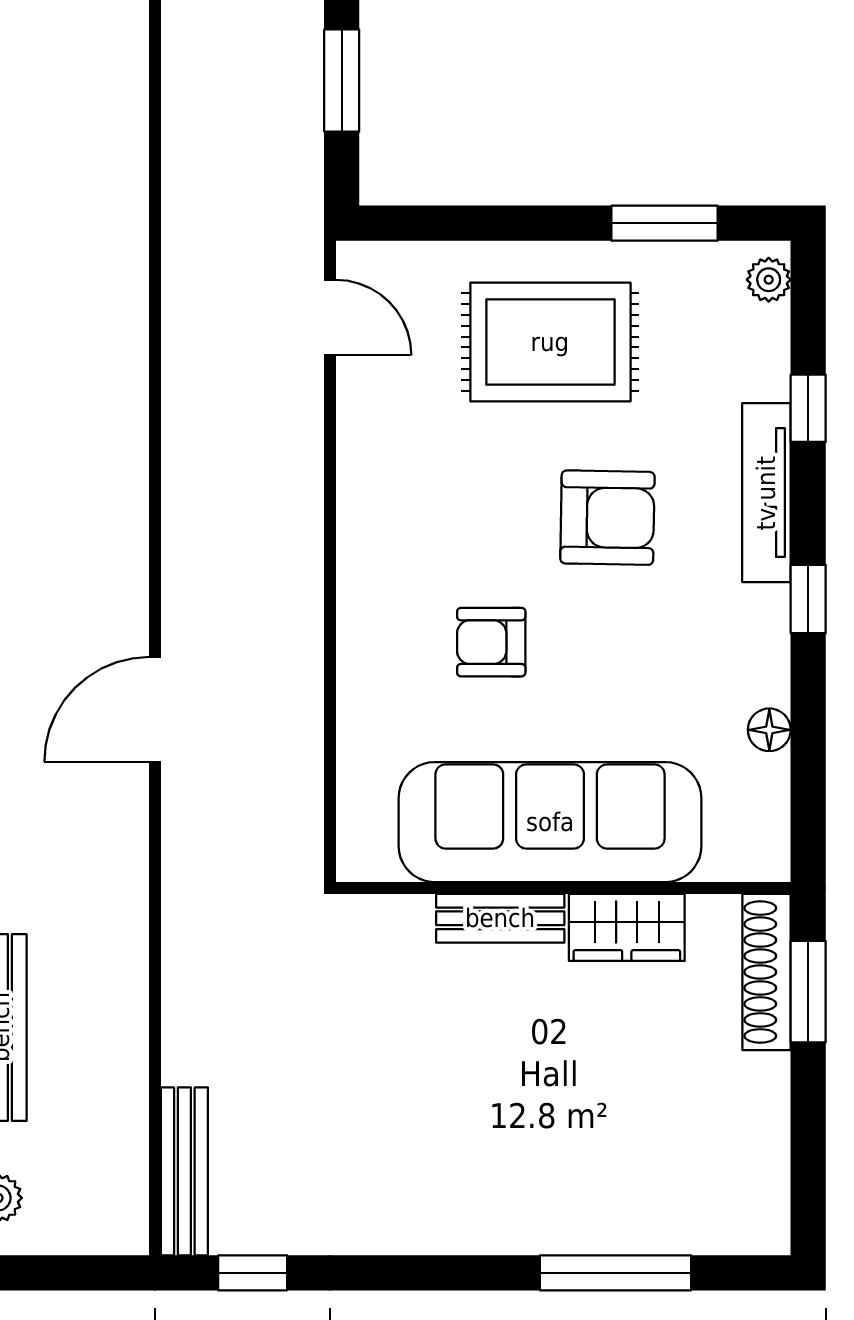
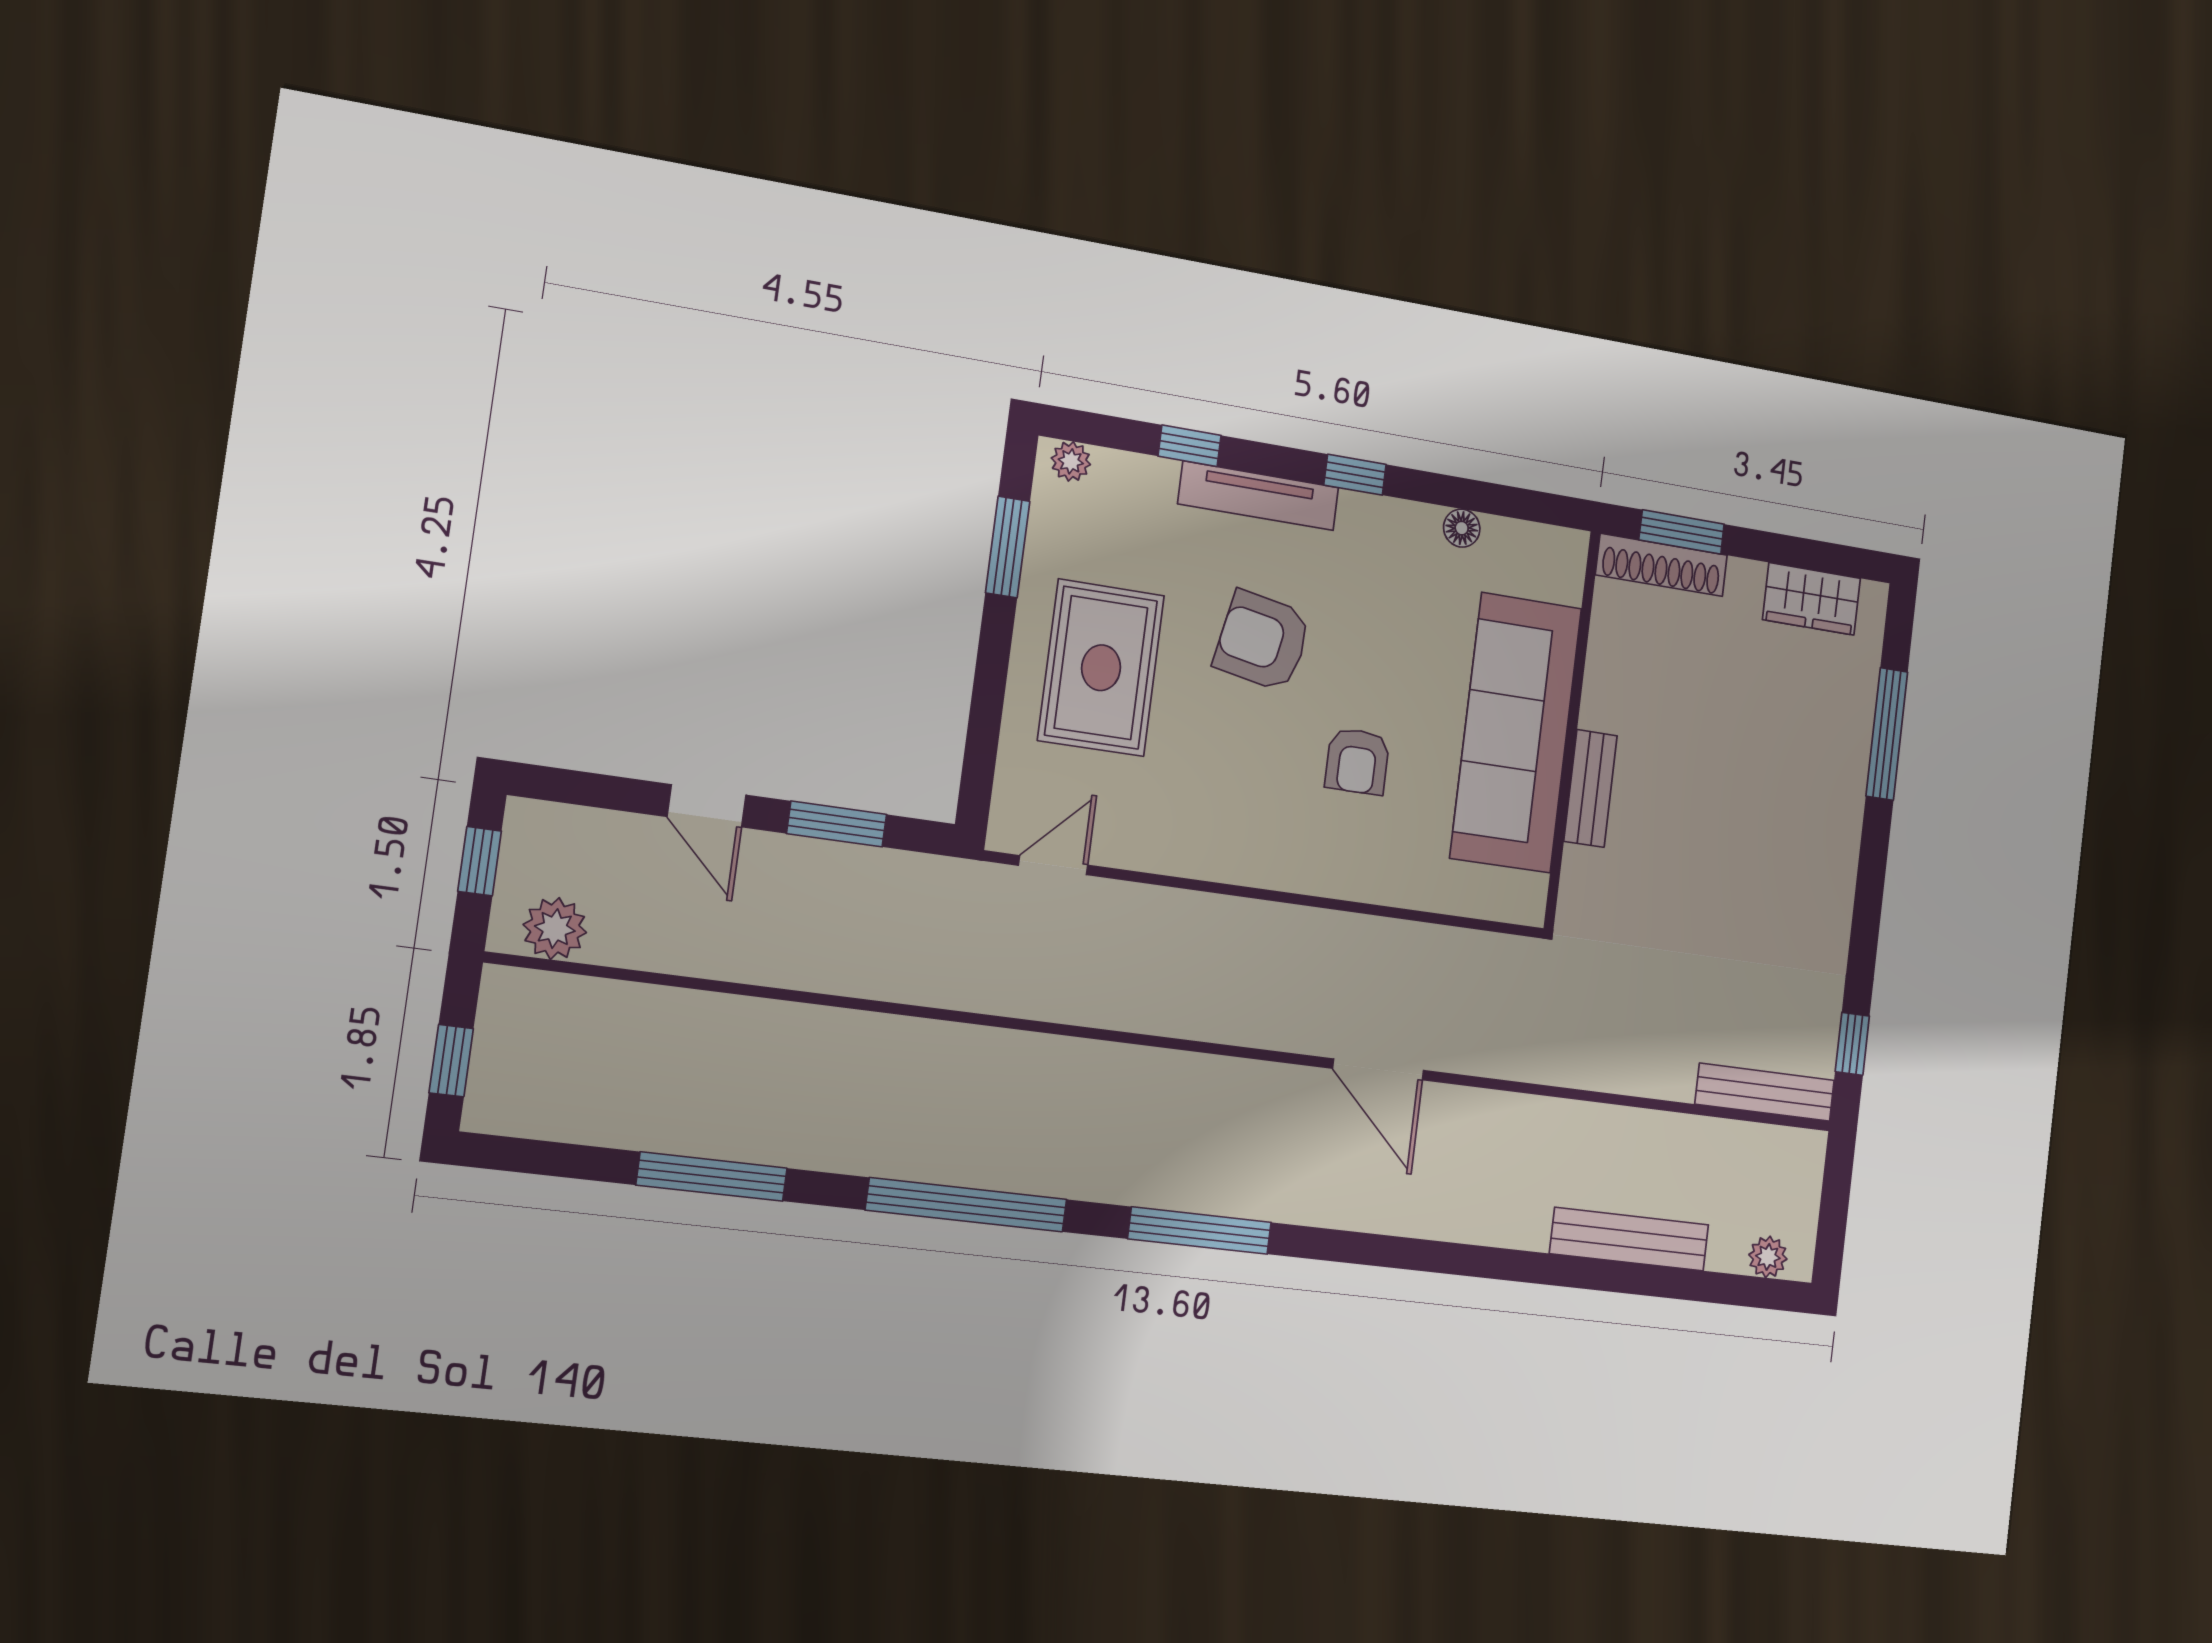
armchair: (607, 518) -> (1263, 641), turned -80
wardrobe: (627, 927) -> (1812, 599), moved, turned 90

